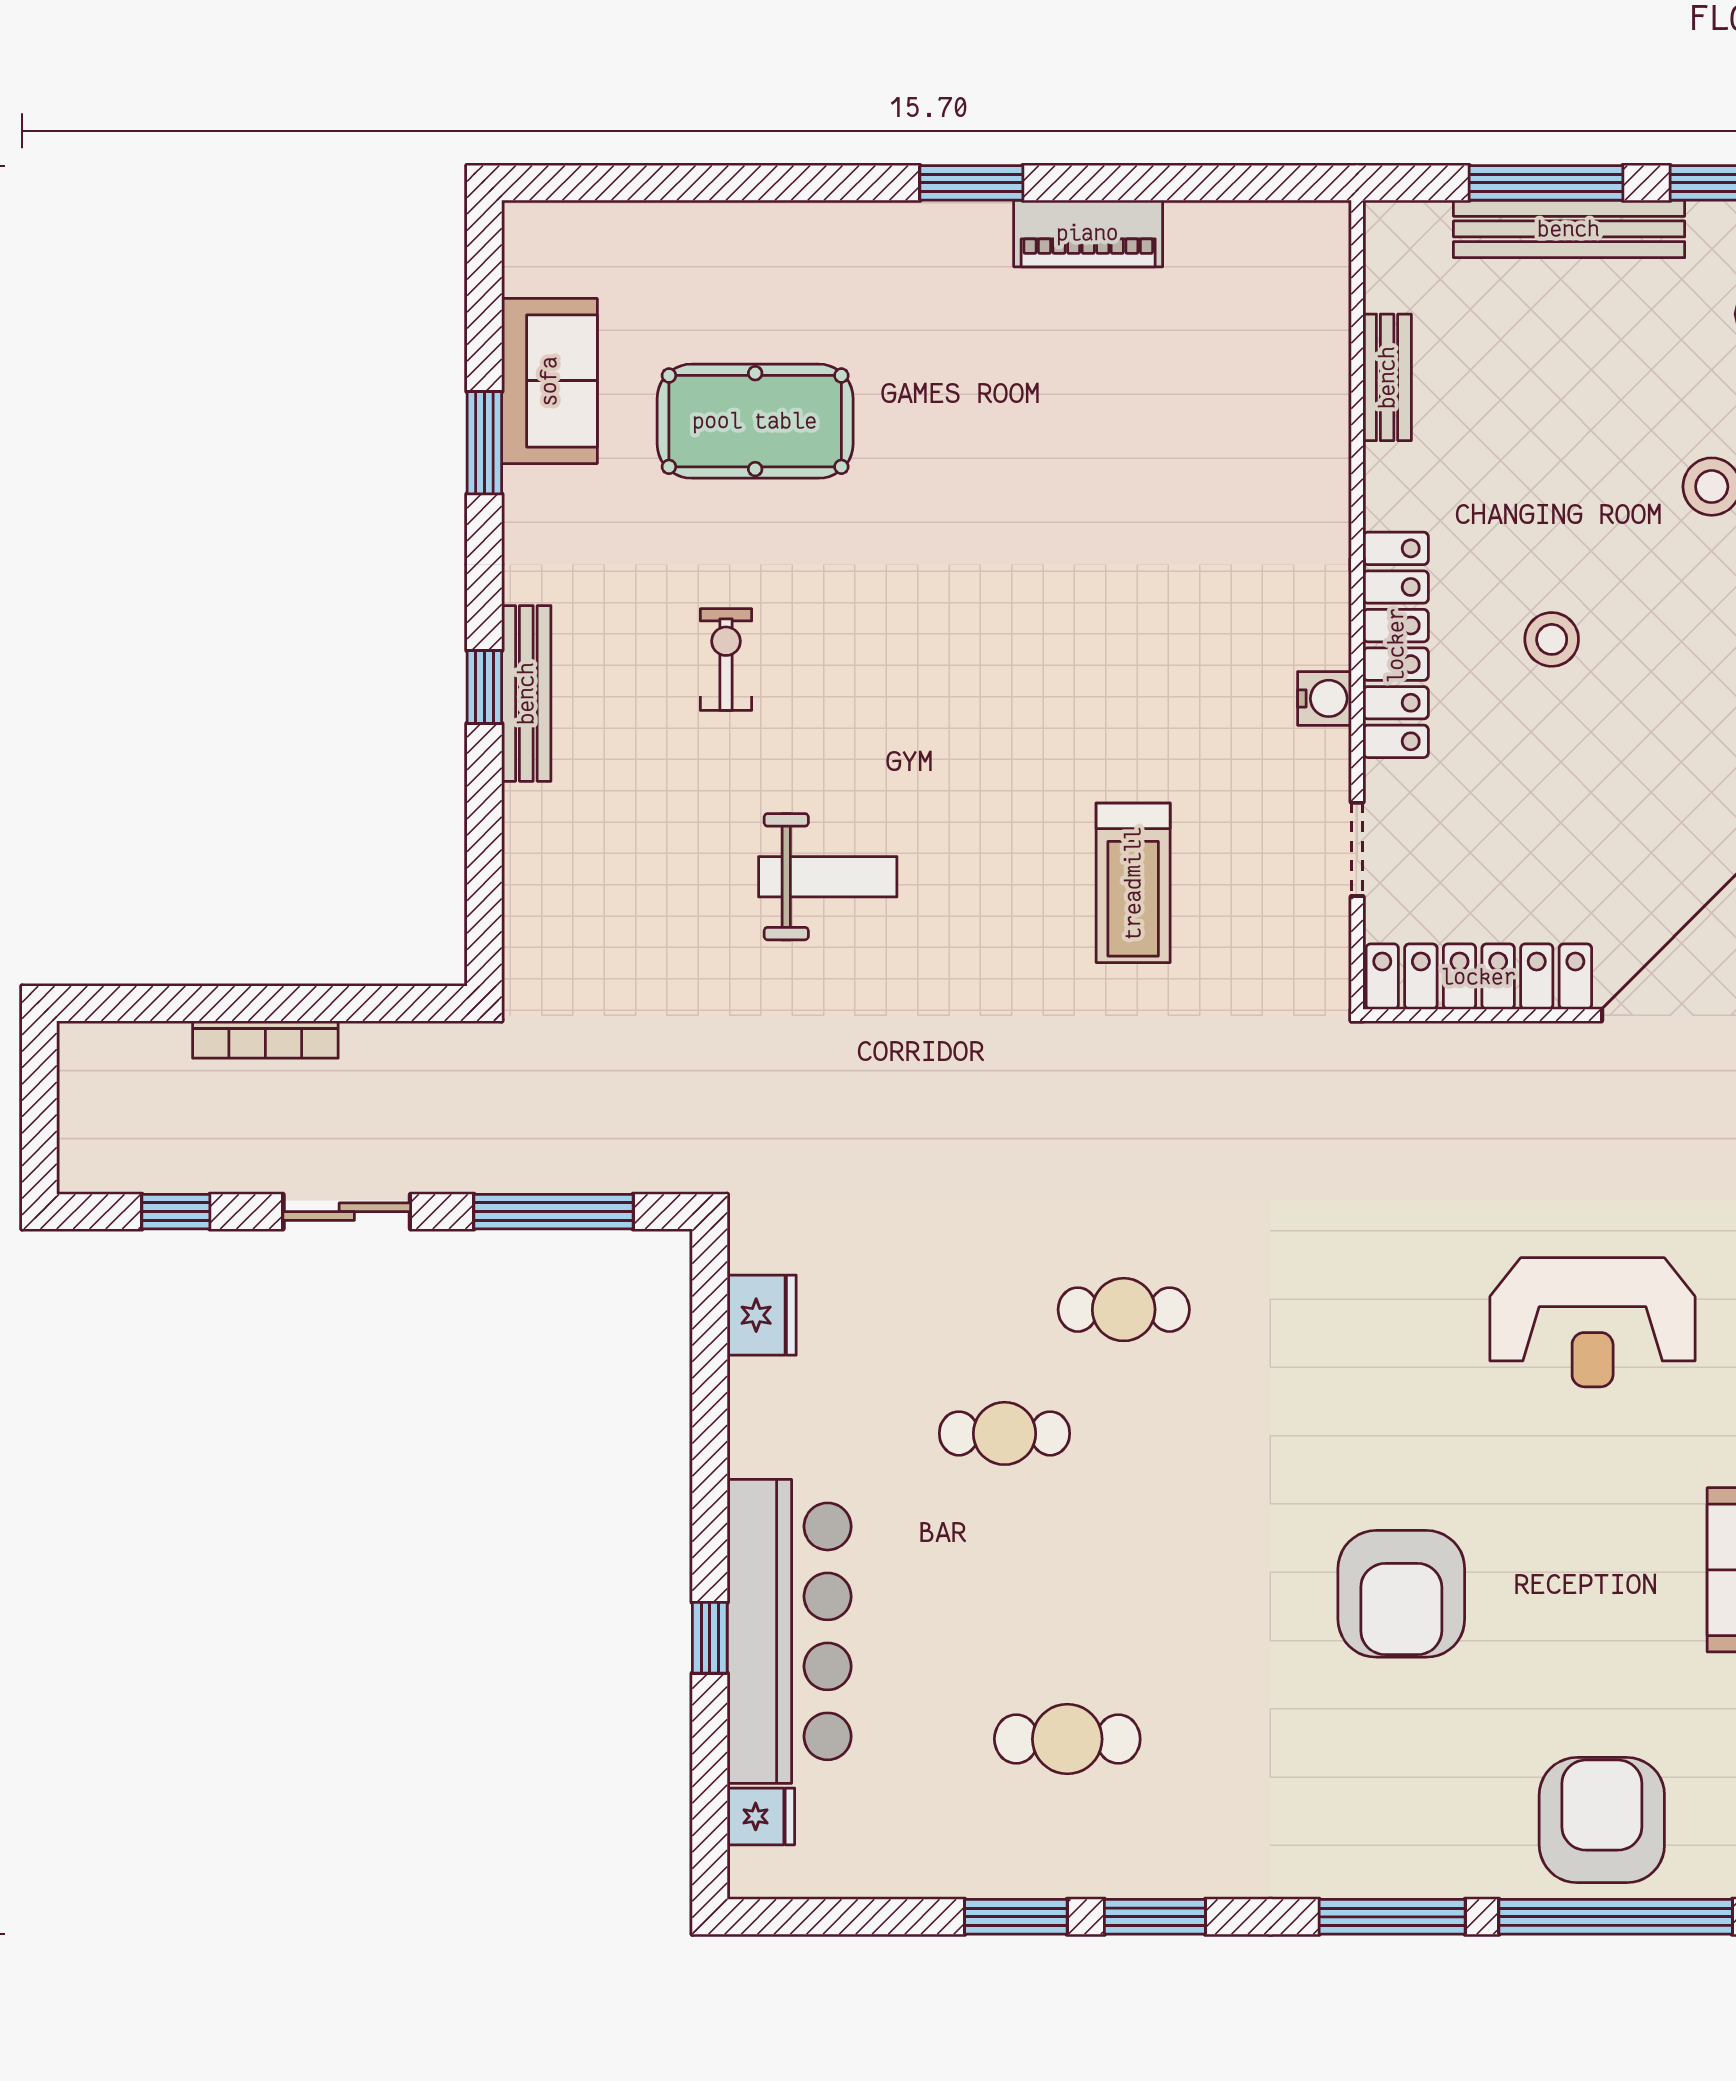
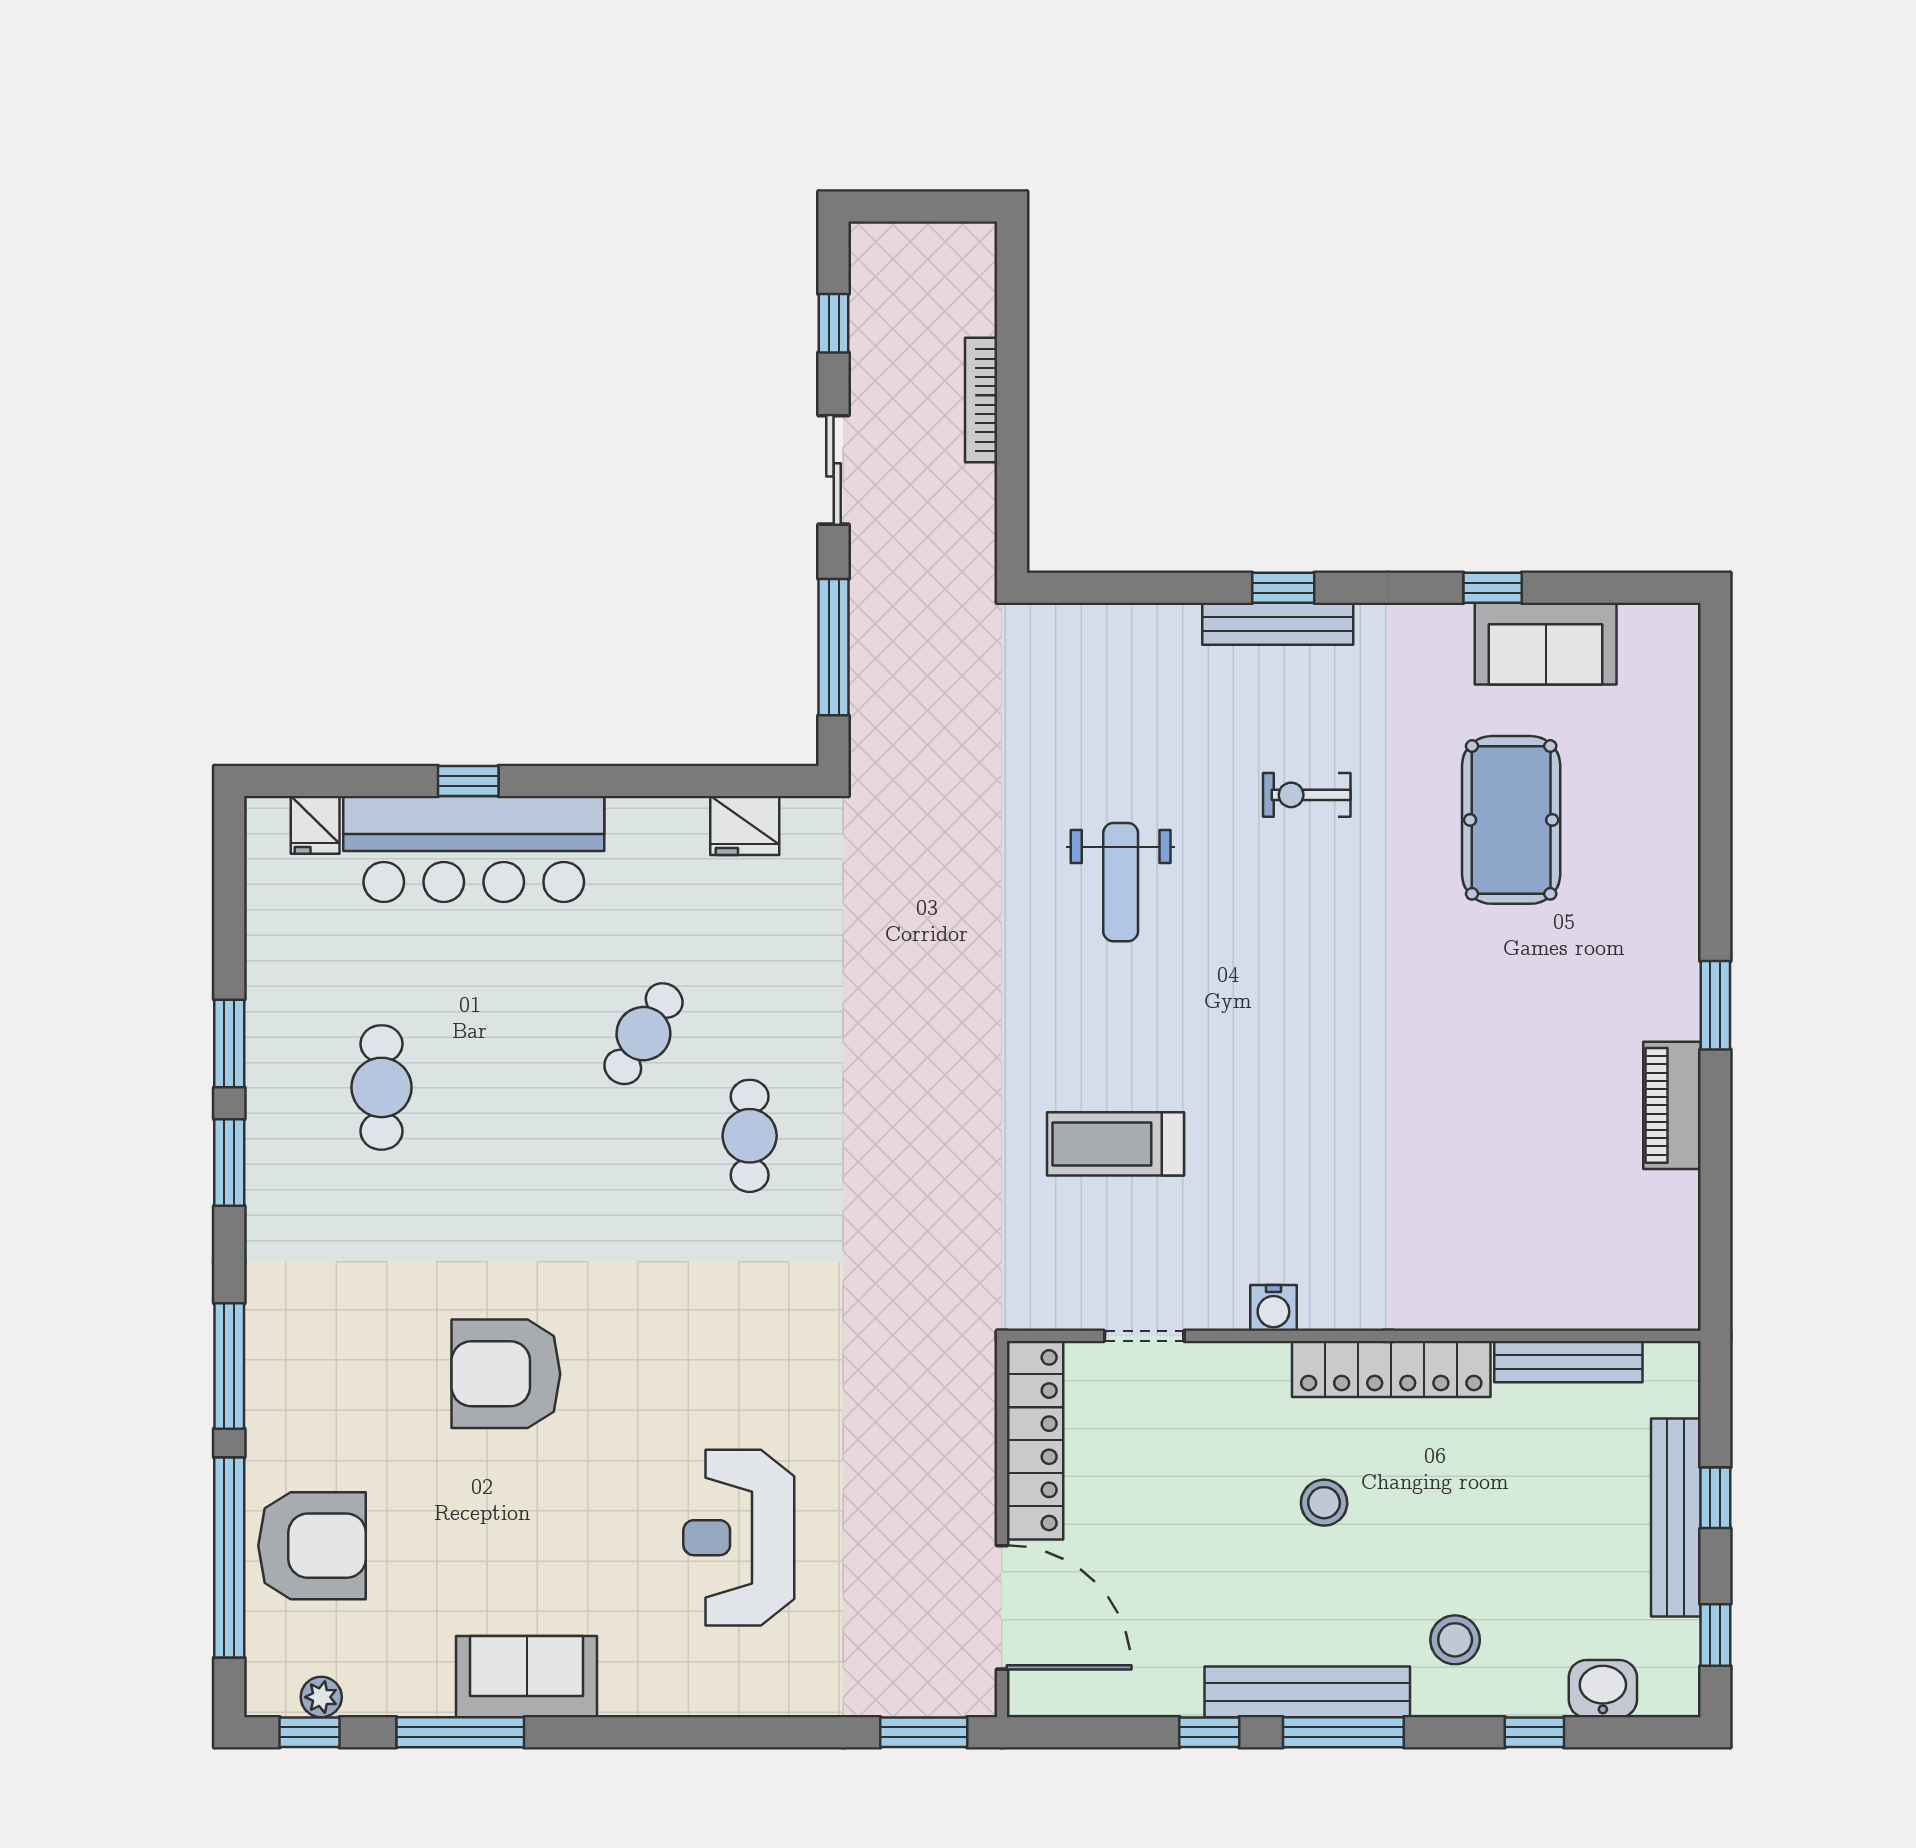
window: (1546, 183) -> (1715, 1498), width x0.46
bench: (1387, 377) -> (1568, 1362), width x1.36
window: (484, 443) -> (1493, 588), width x0.67
locker: (1396, 645) -> (1391, 1369), moved
exercise bike: (726, 660) -> (1307, 795), turned 180
cafe table: (1004, 1433) -> (643, 1034), turned 32

